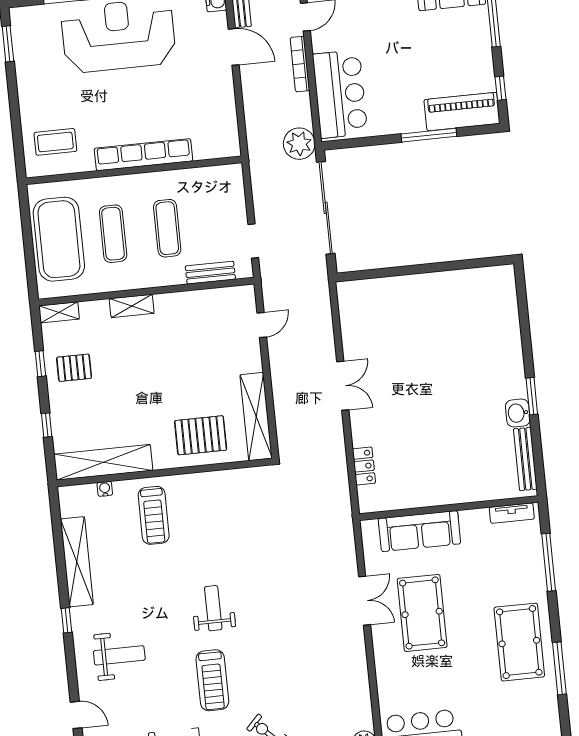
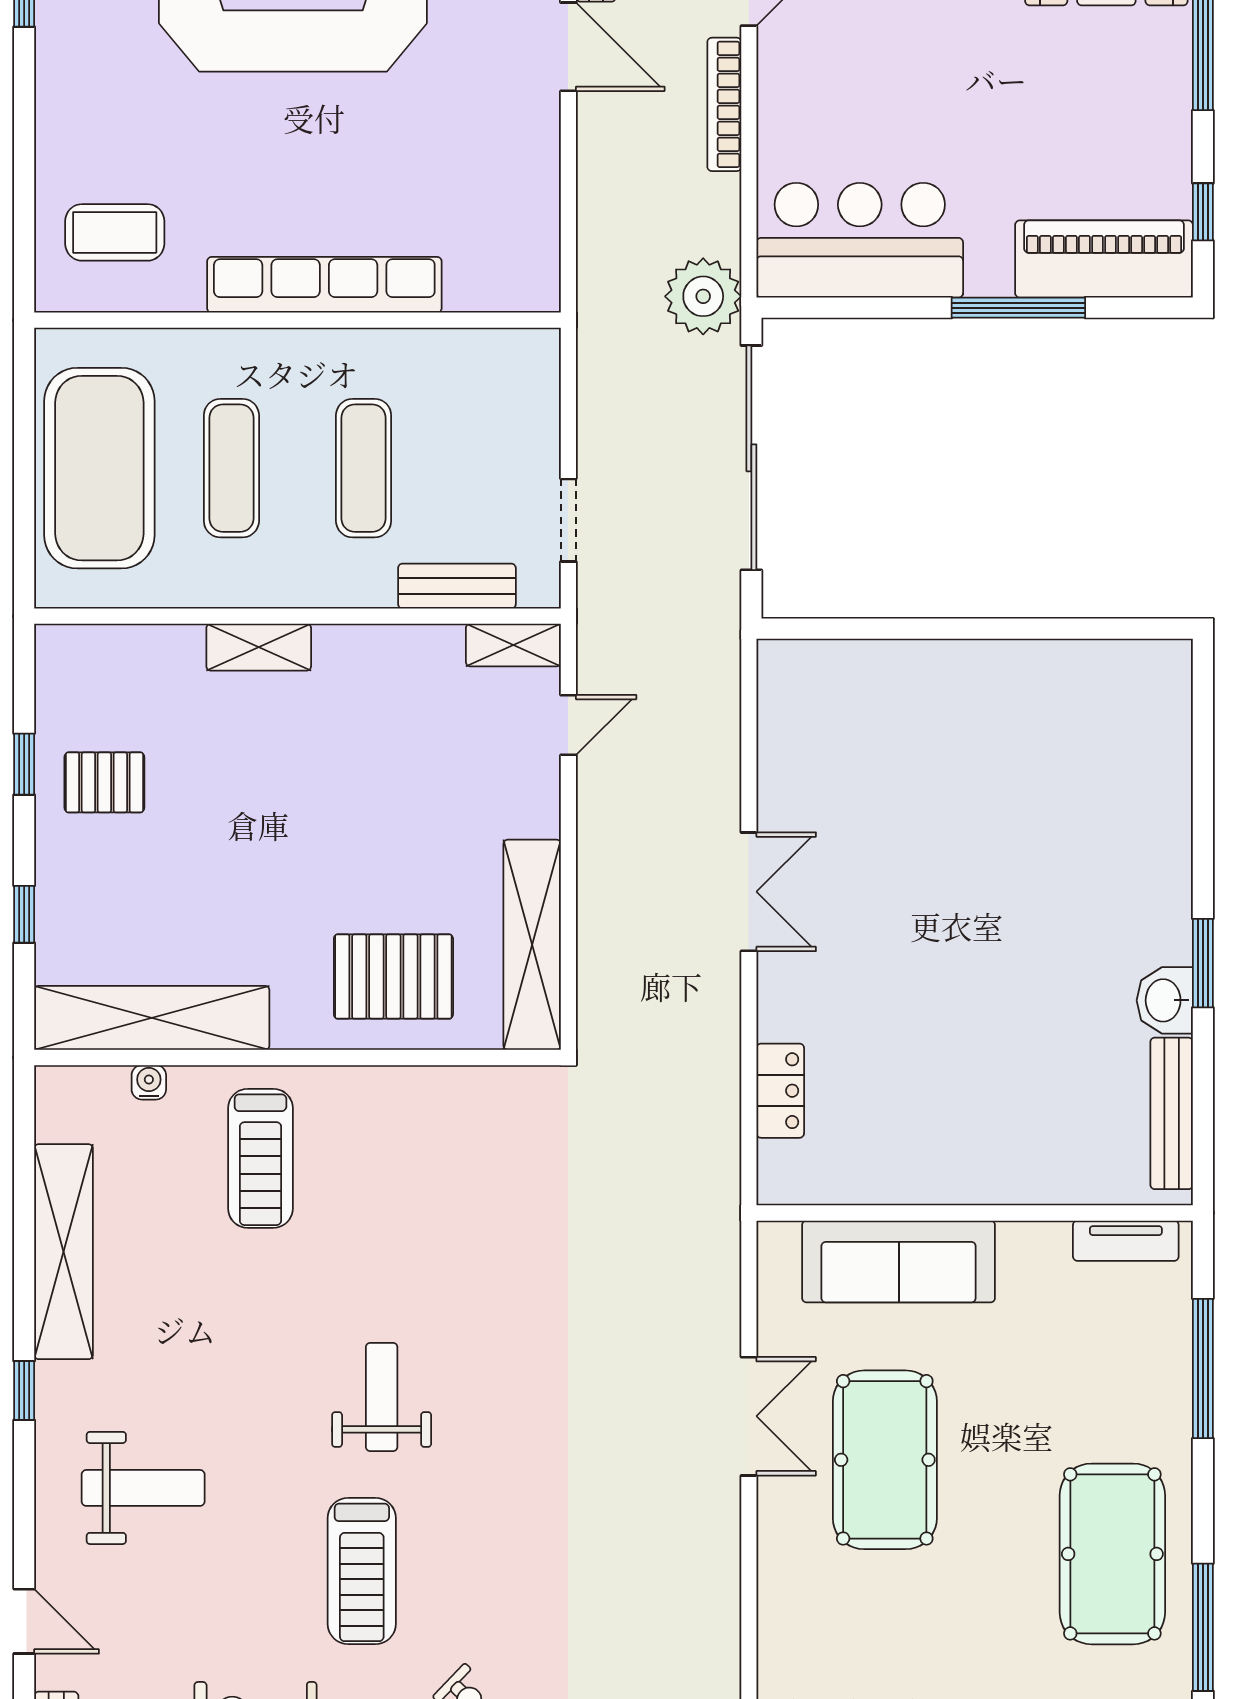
bar counter: (340, 94) -> (860, 240), moved, turned -90
shelving: (59, 312) -> (513, 645), moved

